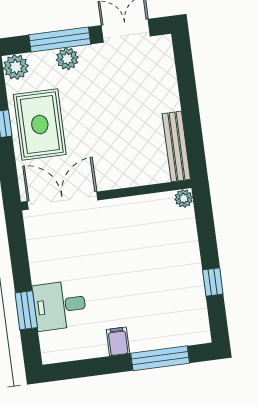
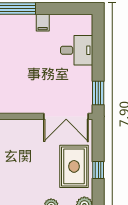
window: (26, 310) -> (98, 93), moved

